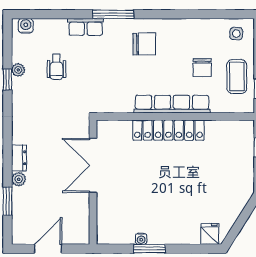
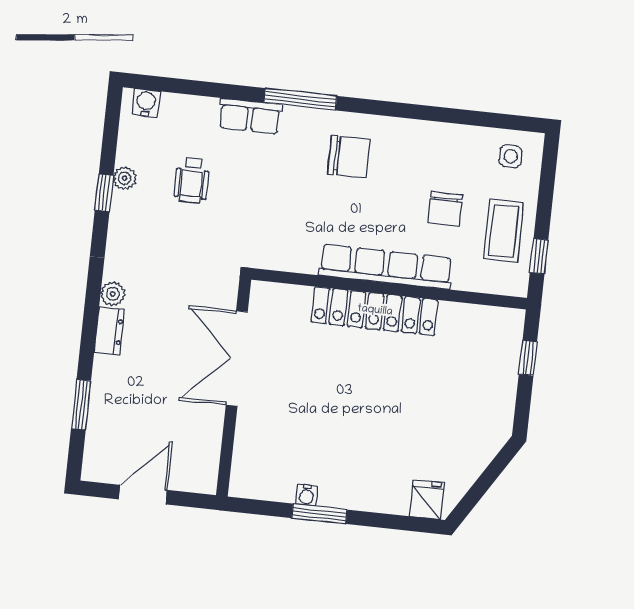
plant: (19, 179) -> (113, 294), moved

